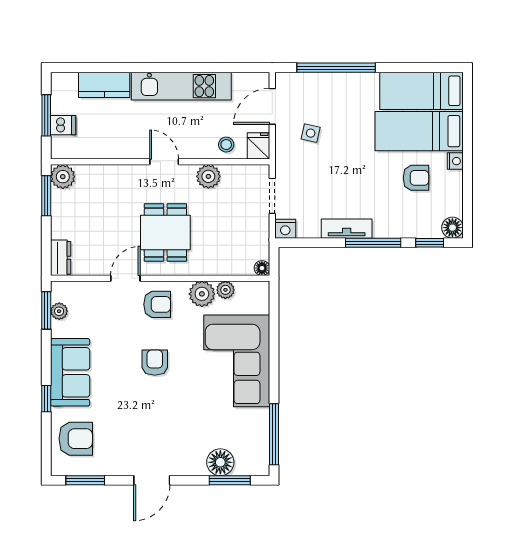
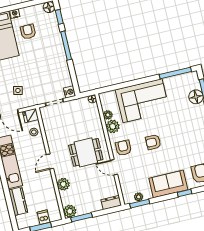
plant: (208, 176) -> (63, 184), moved
tv unit: (347, 229) -> (62, 61), removed

